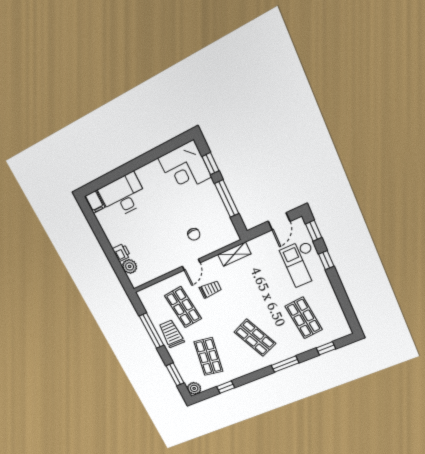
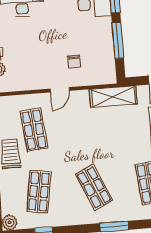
shelving: (234, 254) -> (113, 97), width x1.50, depth x1.33
trolley: (210, 289) -> (69, 121), removed

